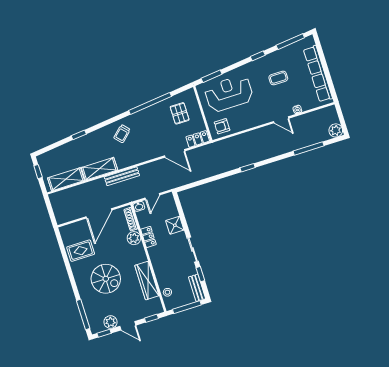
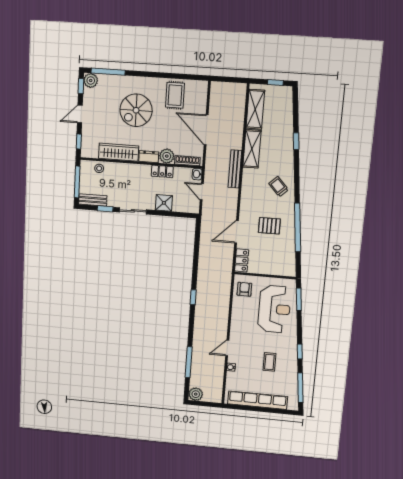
pallet: (180, 113) -> (269, 226), moved
dresser: (140, 253) -> (149, 157), added
plant: (110, 322) -> (91, 80), moved

